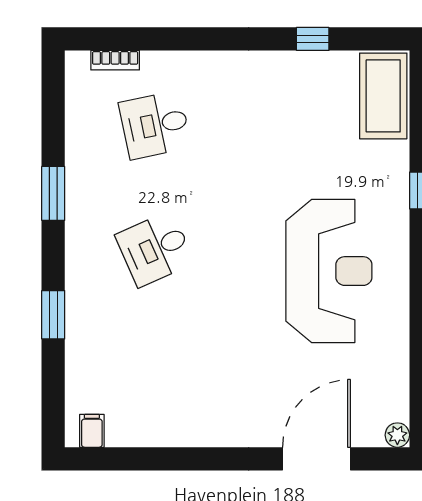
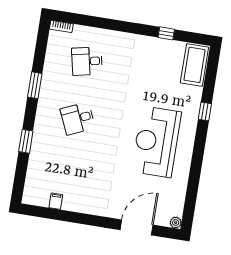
bookcase: (115, 60) -> (61, 26), moved
reception desk: (329, 271) -> (156, 142), turned 180
filing cabinet: (92, 431) -> (56, 201), moved

